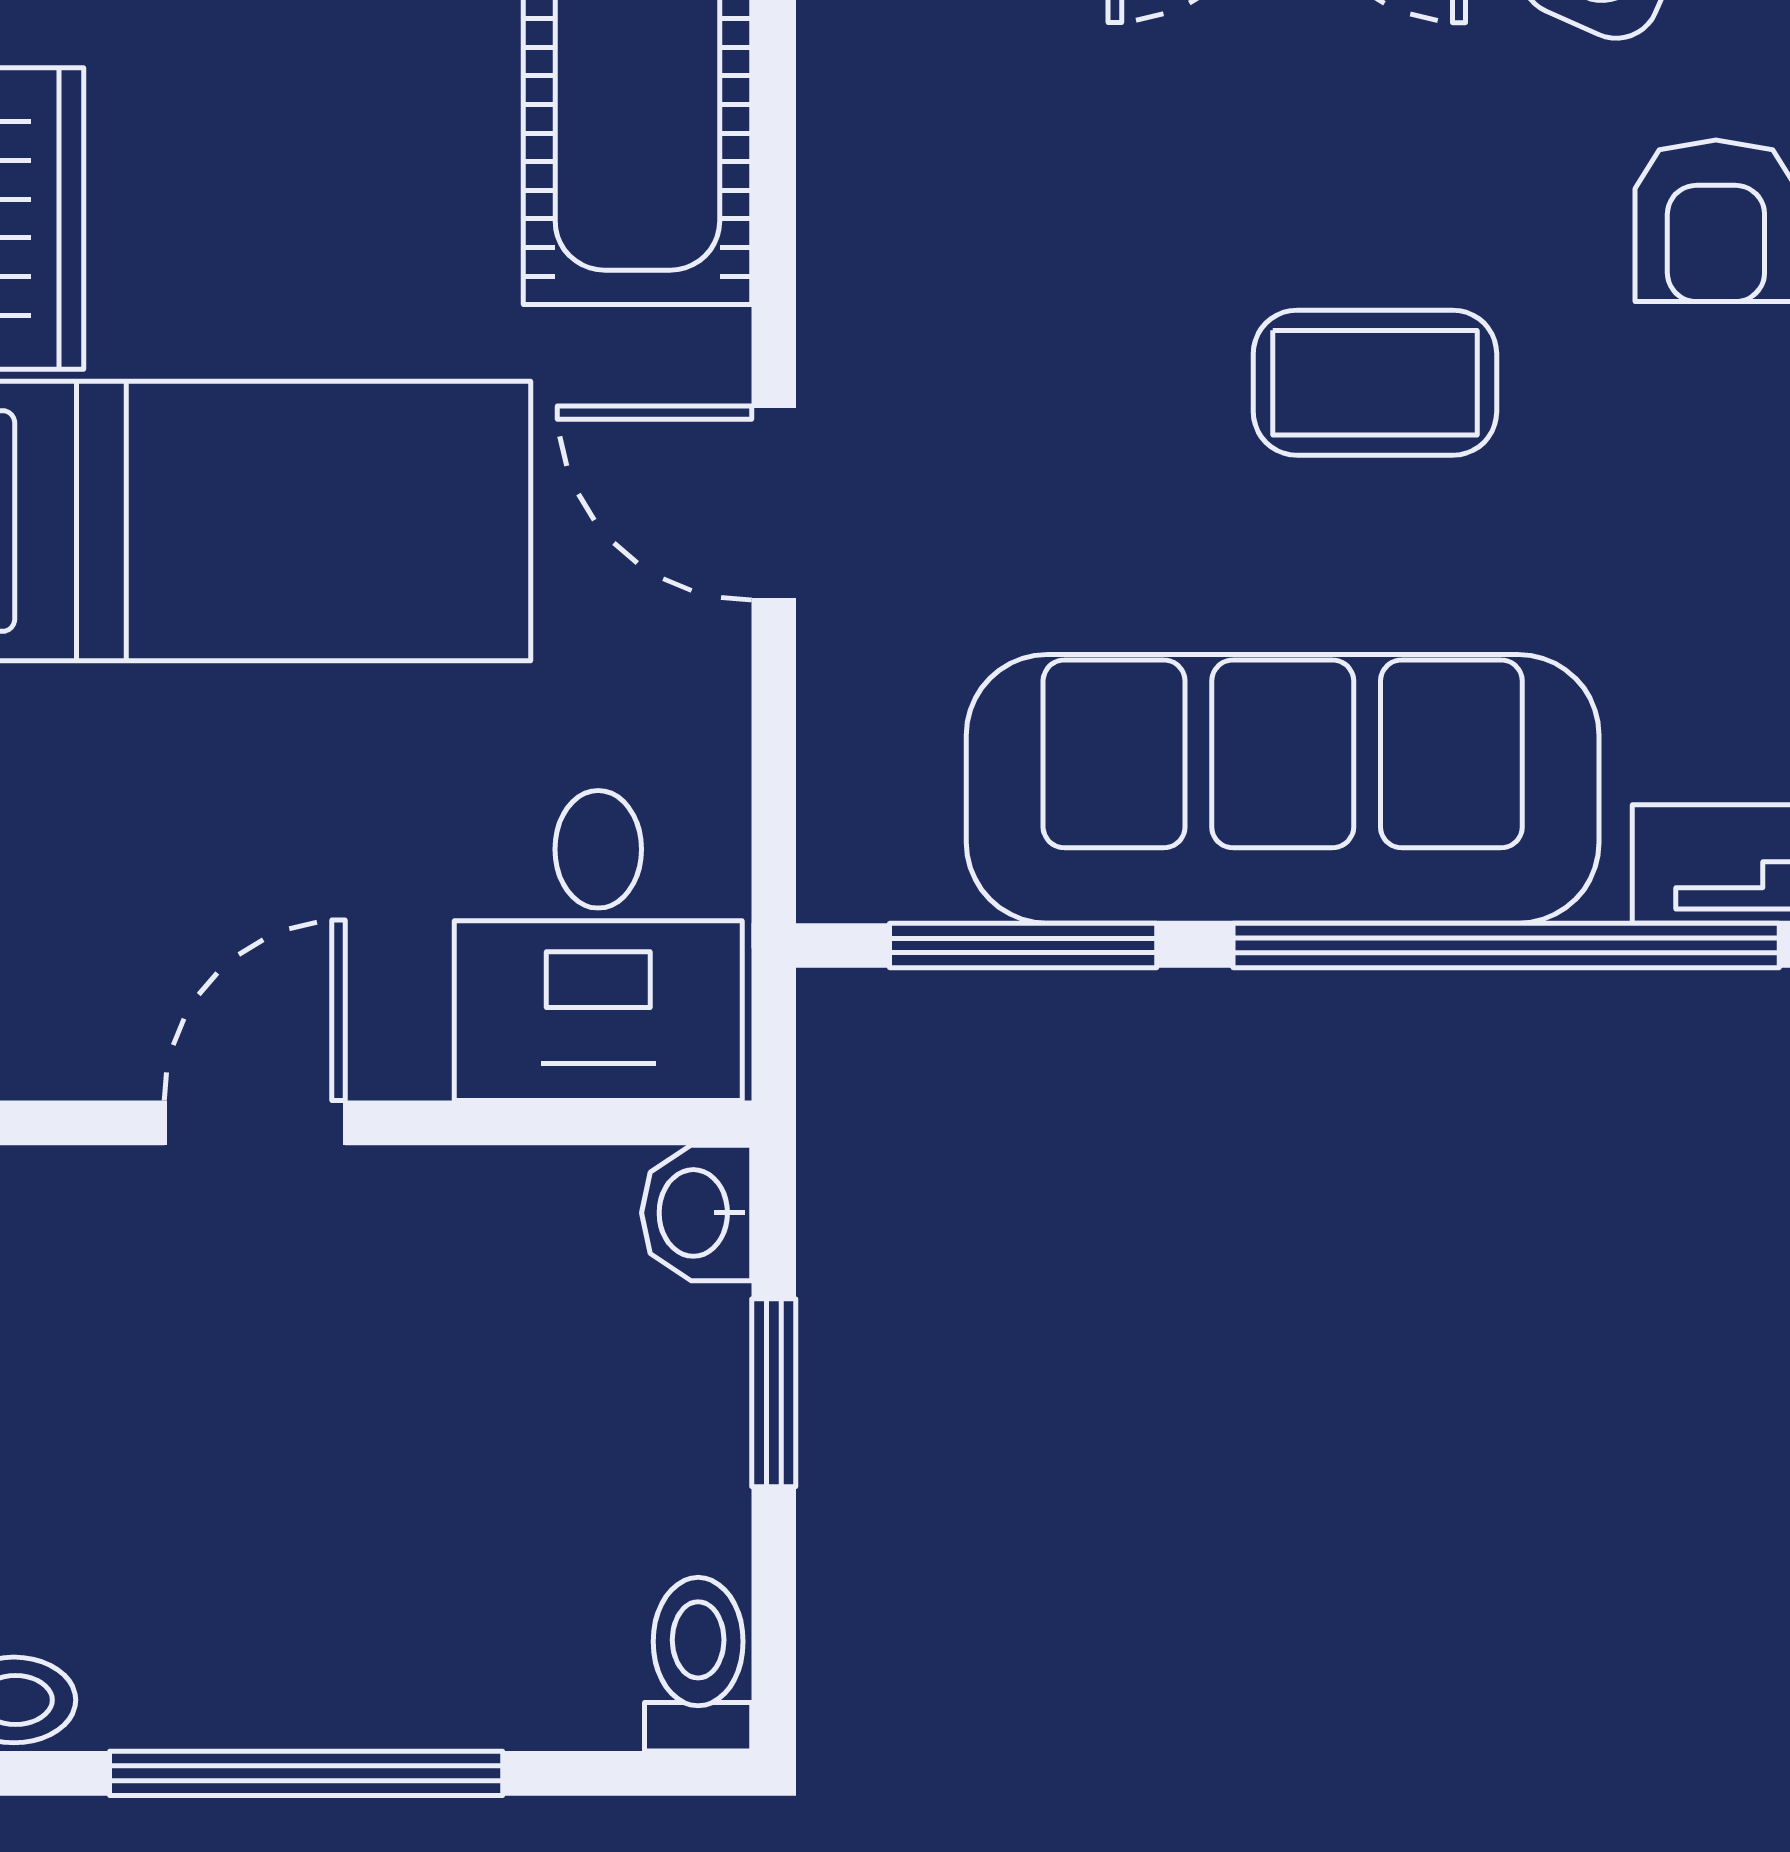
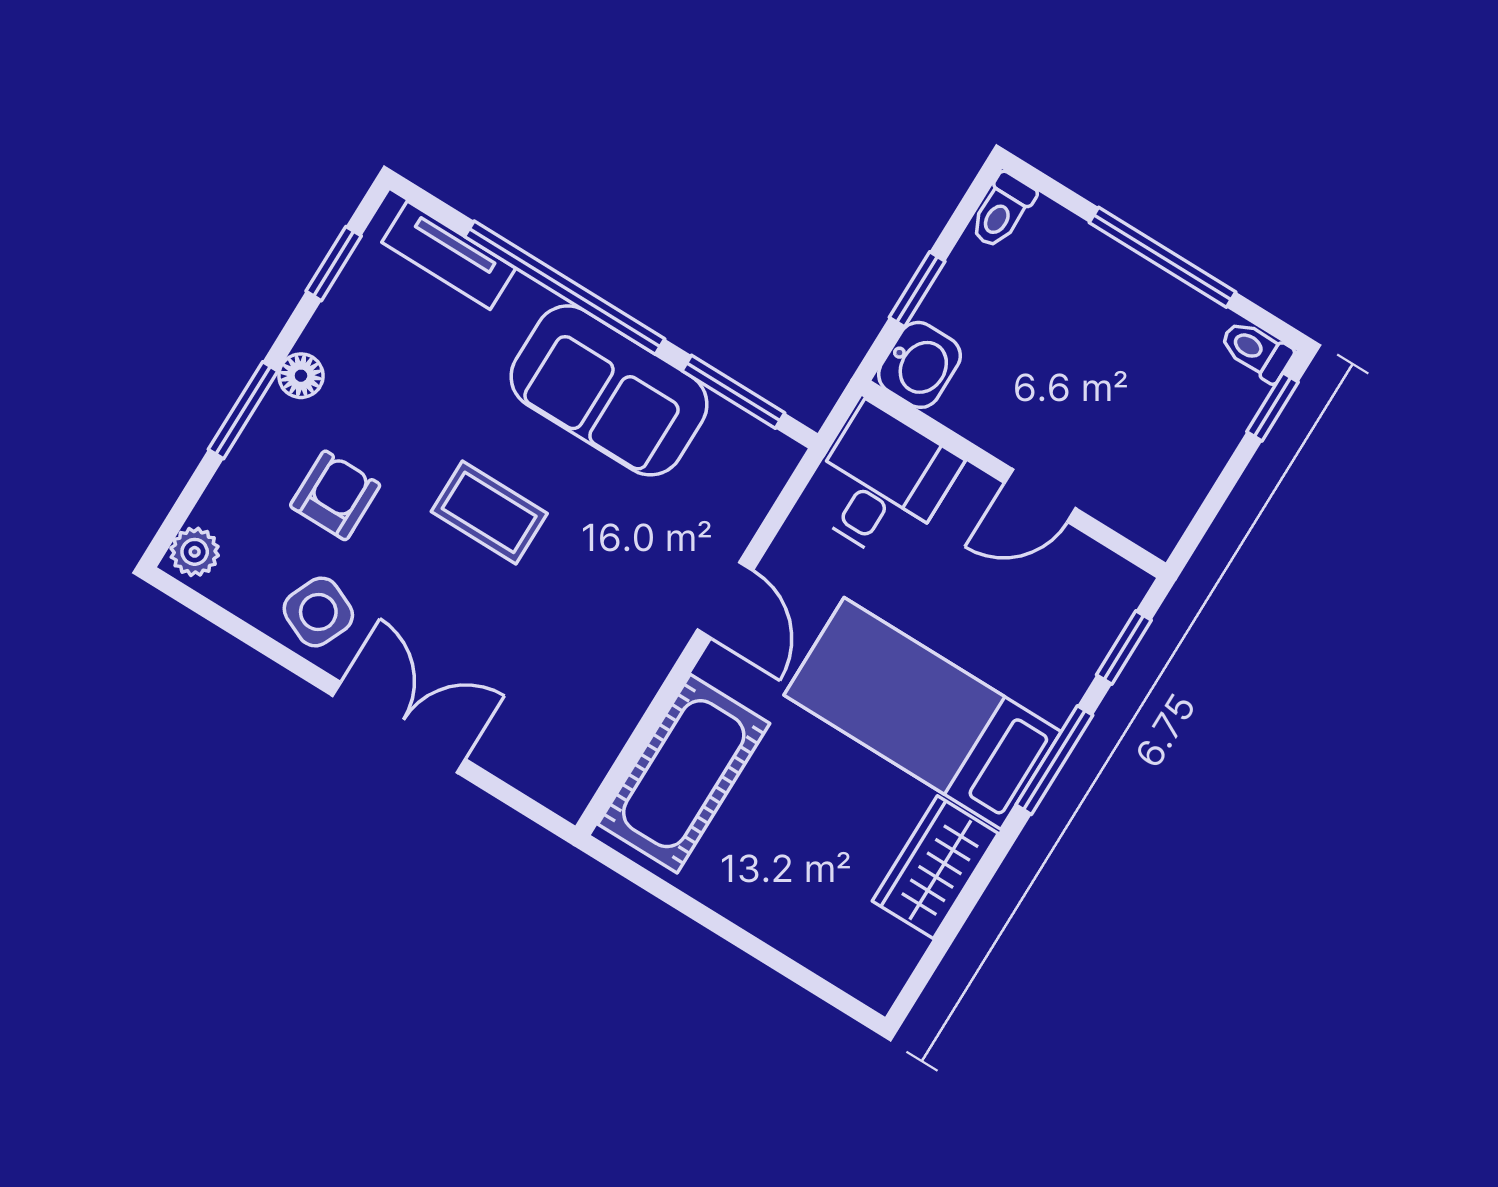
sofa: (1283, 789) -> (609, 390), width x0.73
washbasin: (697, 1213) -> (919, 365), width x1.38, depth x1.45

